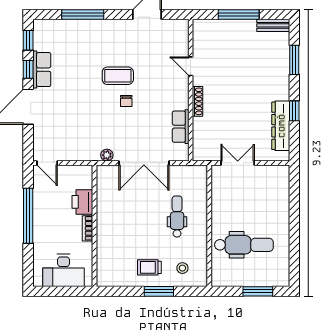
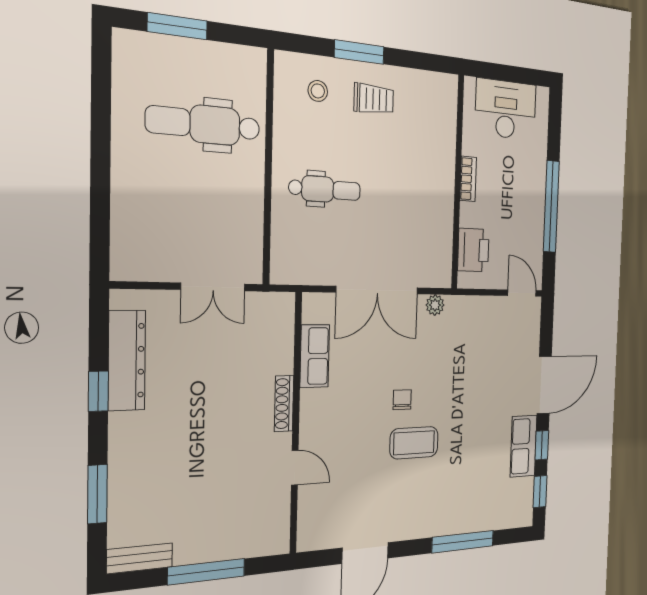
double door: (144, 163) -> (377, 290), swing flipped
printer: (82, 202) -> (473, 250), moved
dental chair: (177, 217) -> (325, 189), turned -90

